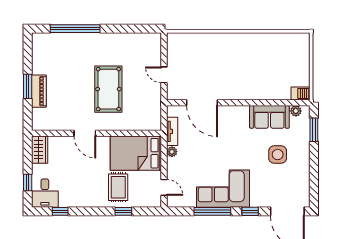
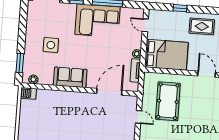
pool table: (108, 89) -> (168, 101), moved
door: (202, 103) -> (109, 92), hinge flipped
sofa: (269, 117) -> (70, 77), moved
rug: (118, 187) -> (202, 26), moved, turned 90

